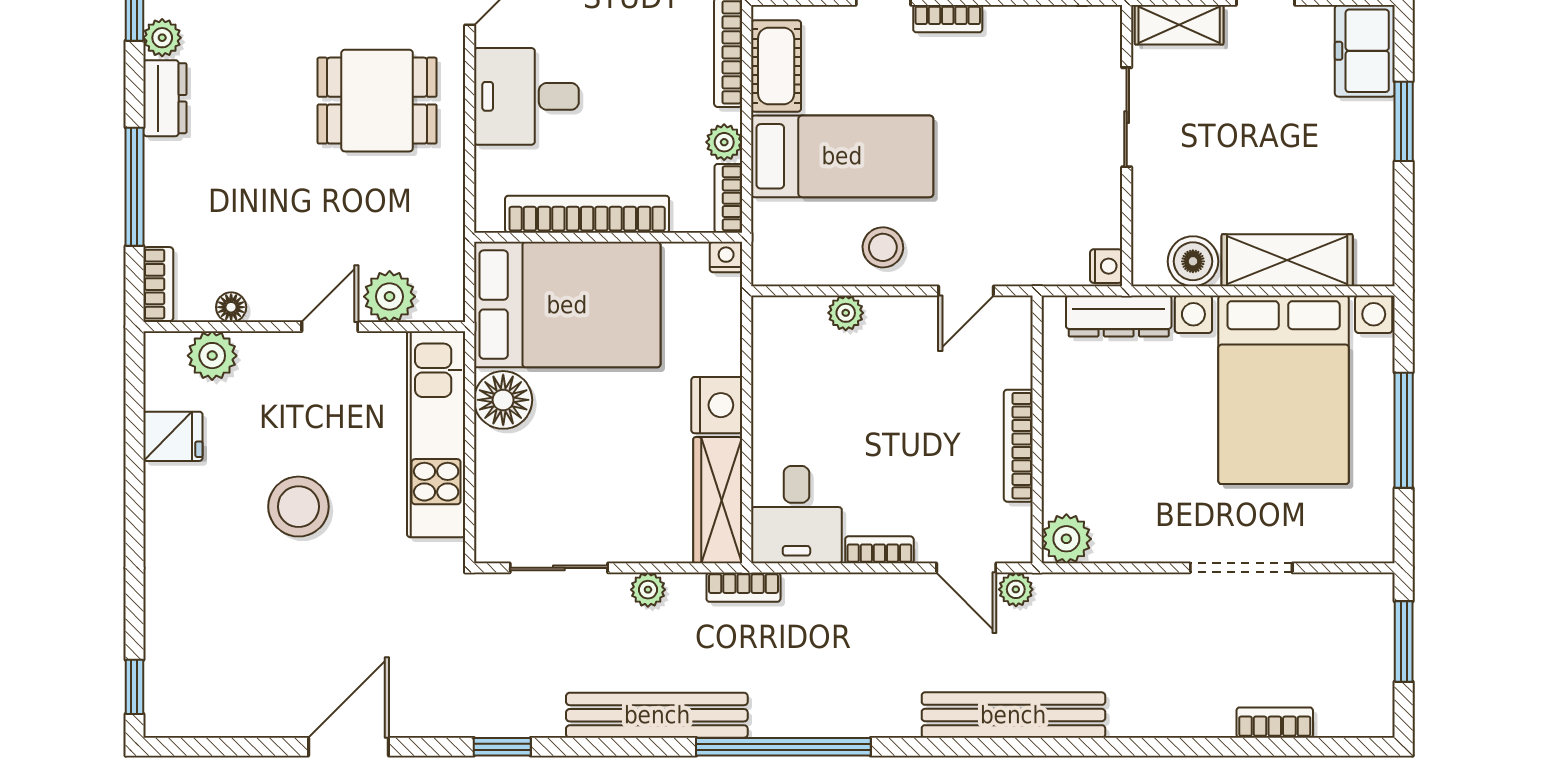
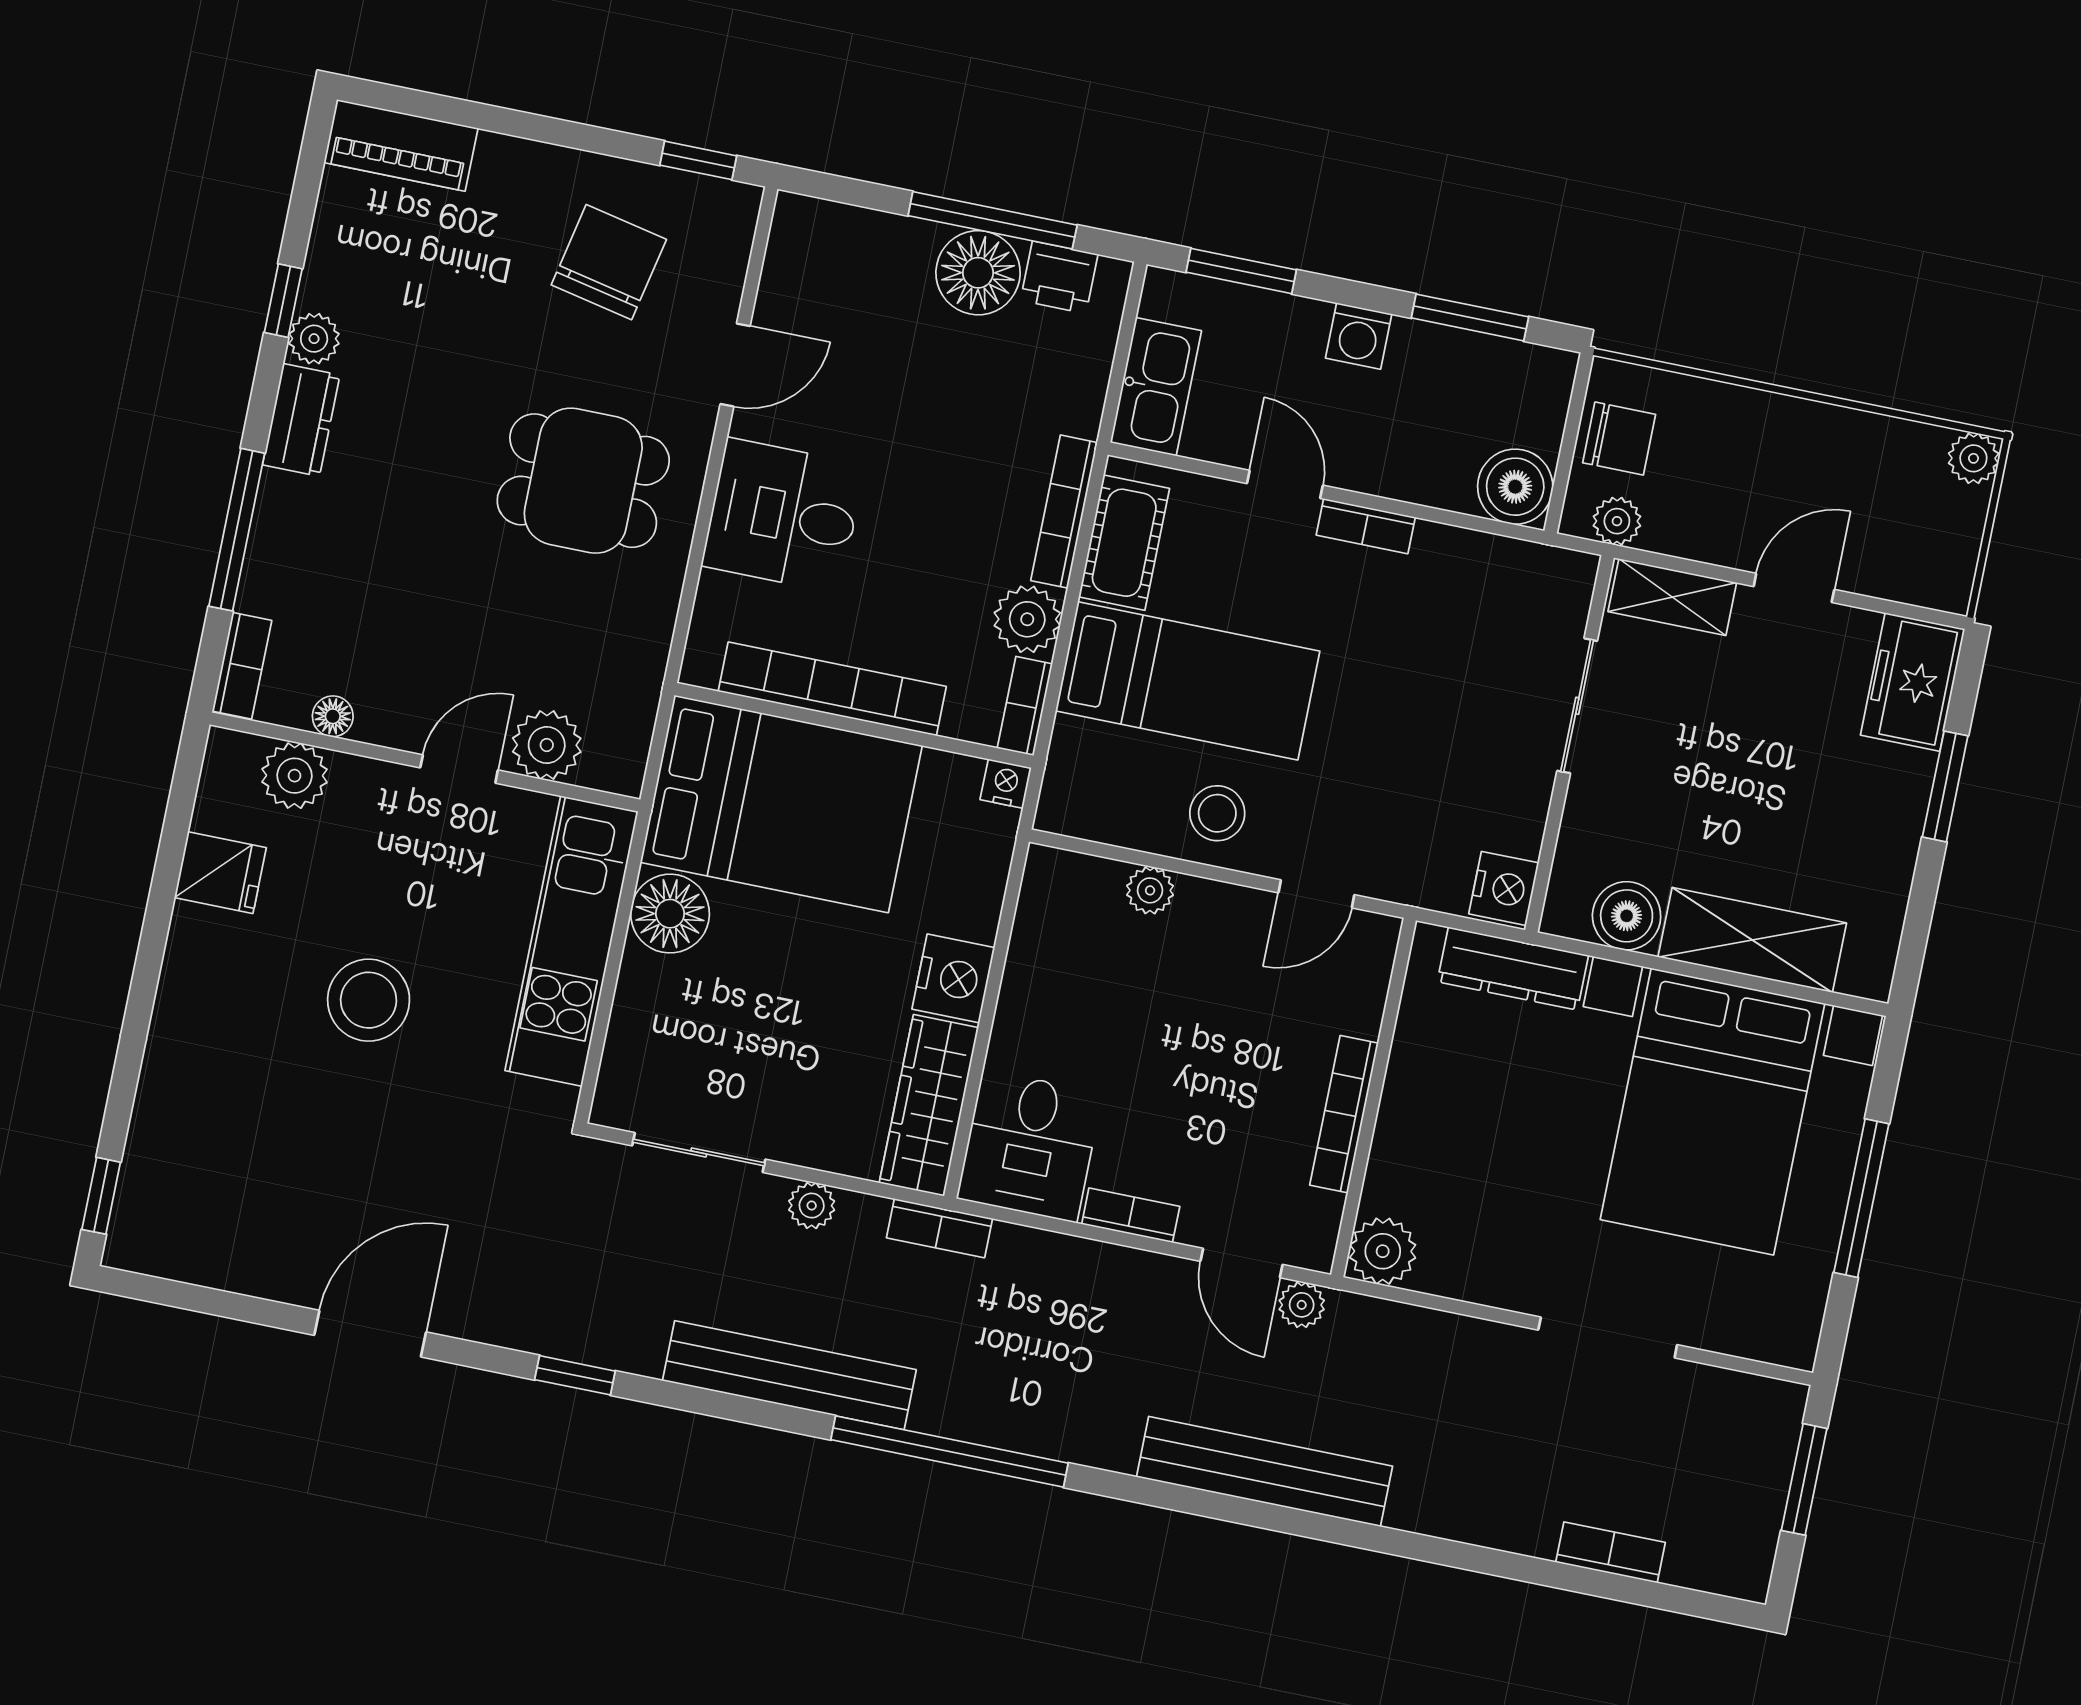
plant: (724, 142) -> (1027, 619), width x1.38, depth x1.38
nightstand: (1106, 266) -> (1504, 888), width x1.39, depth x1.35

